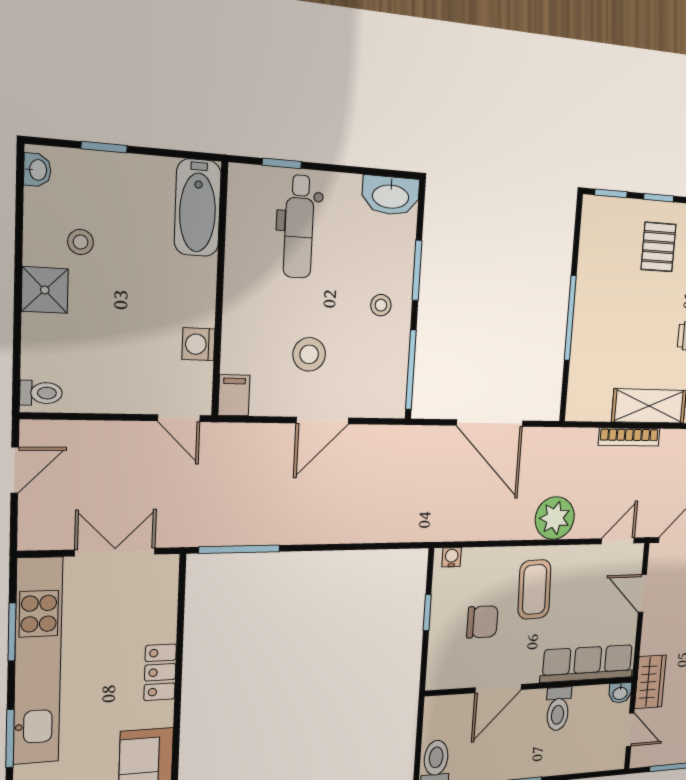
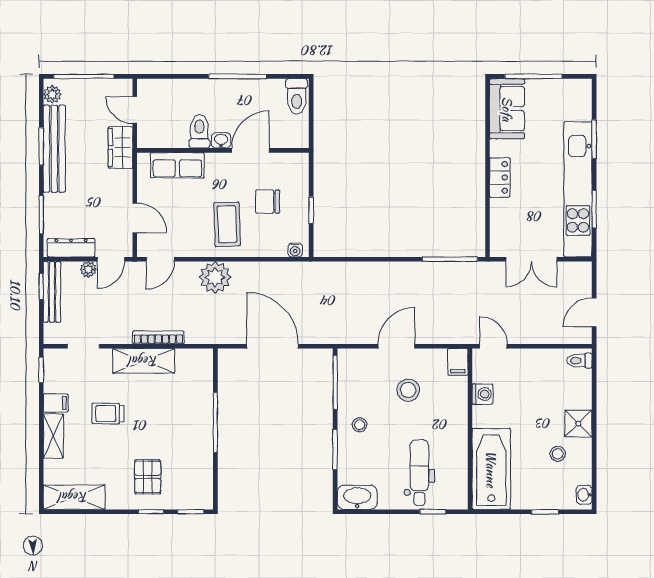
bathtub: (198, 208) -> (491, 469), width x1.36, depth x1.36
row of seats: (588, 663) -> (177, 165), width x0.68
washbasin: (620, 693) -> (221, 140), moved

